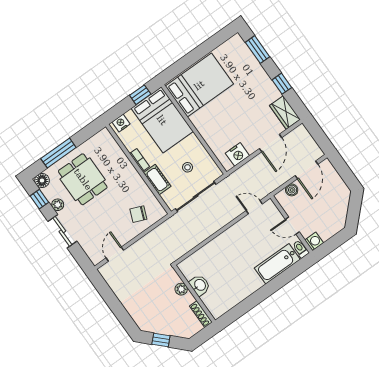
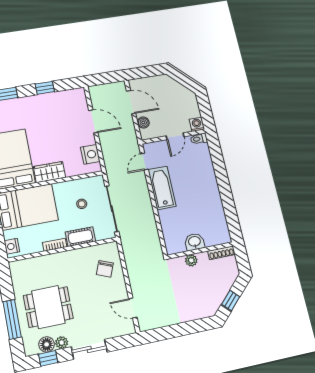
wardrobe: (285, 112) -> (49, 172), moved, turned 180
floor lamp: (42, 181) -> (47, 344), moved
bathtub: (277, 264) -> (162, 188), moved, turned 180

